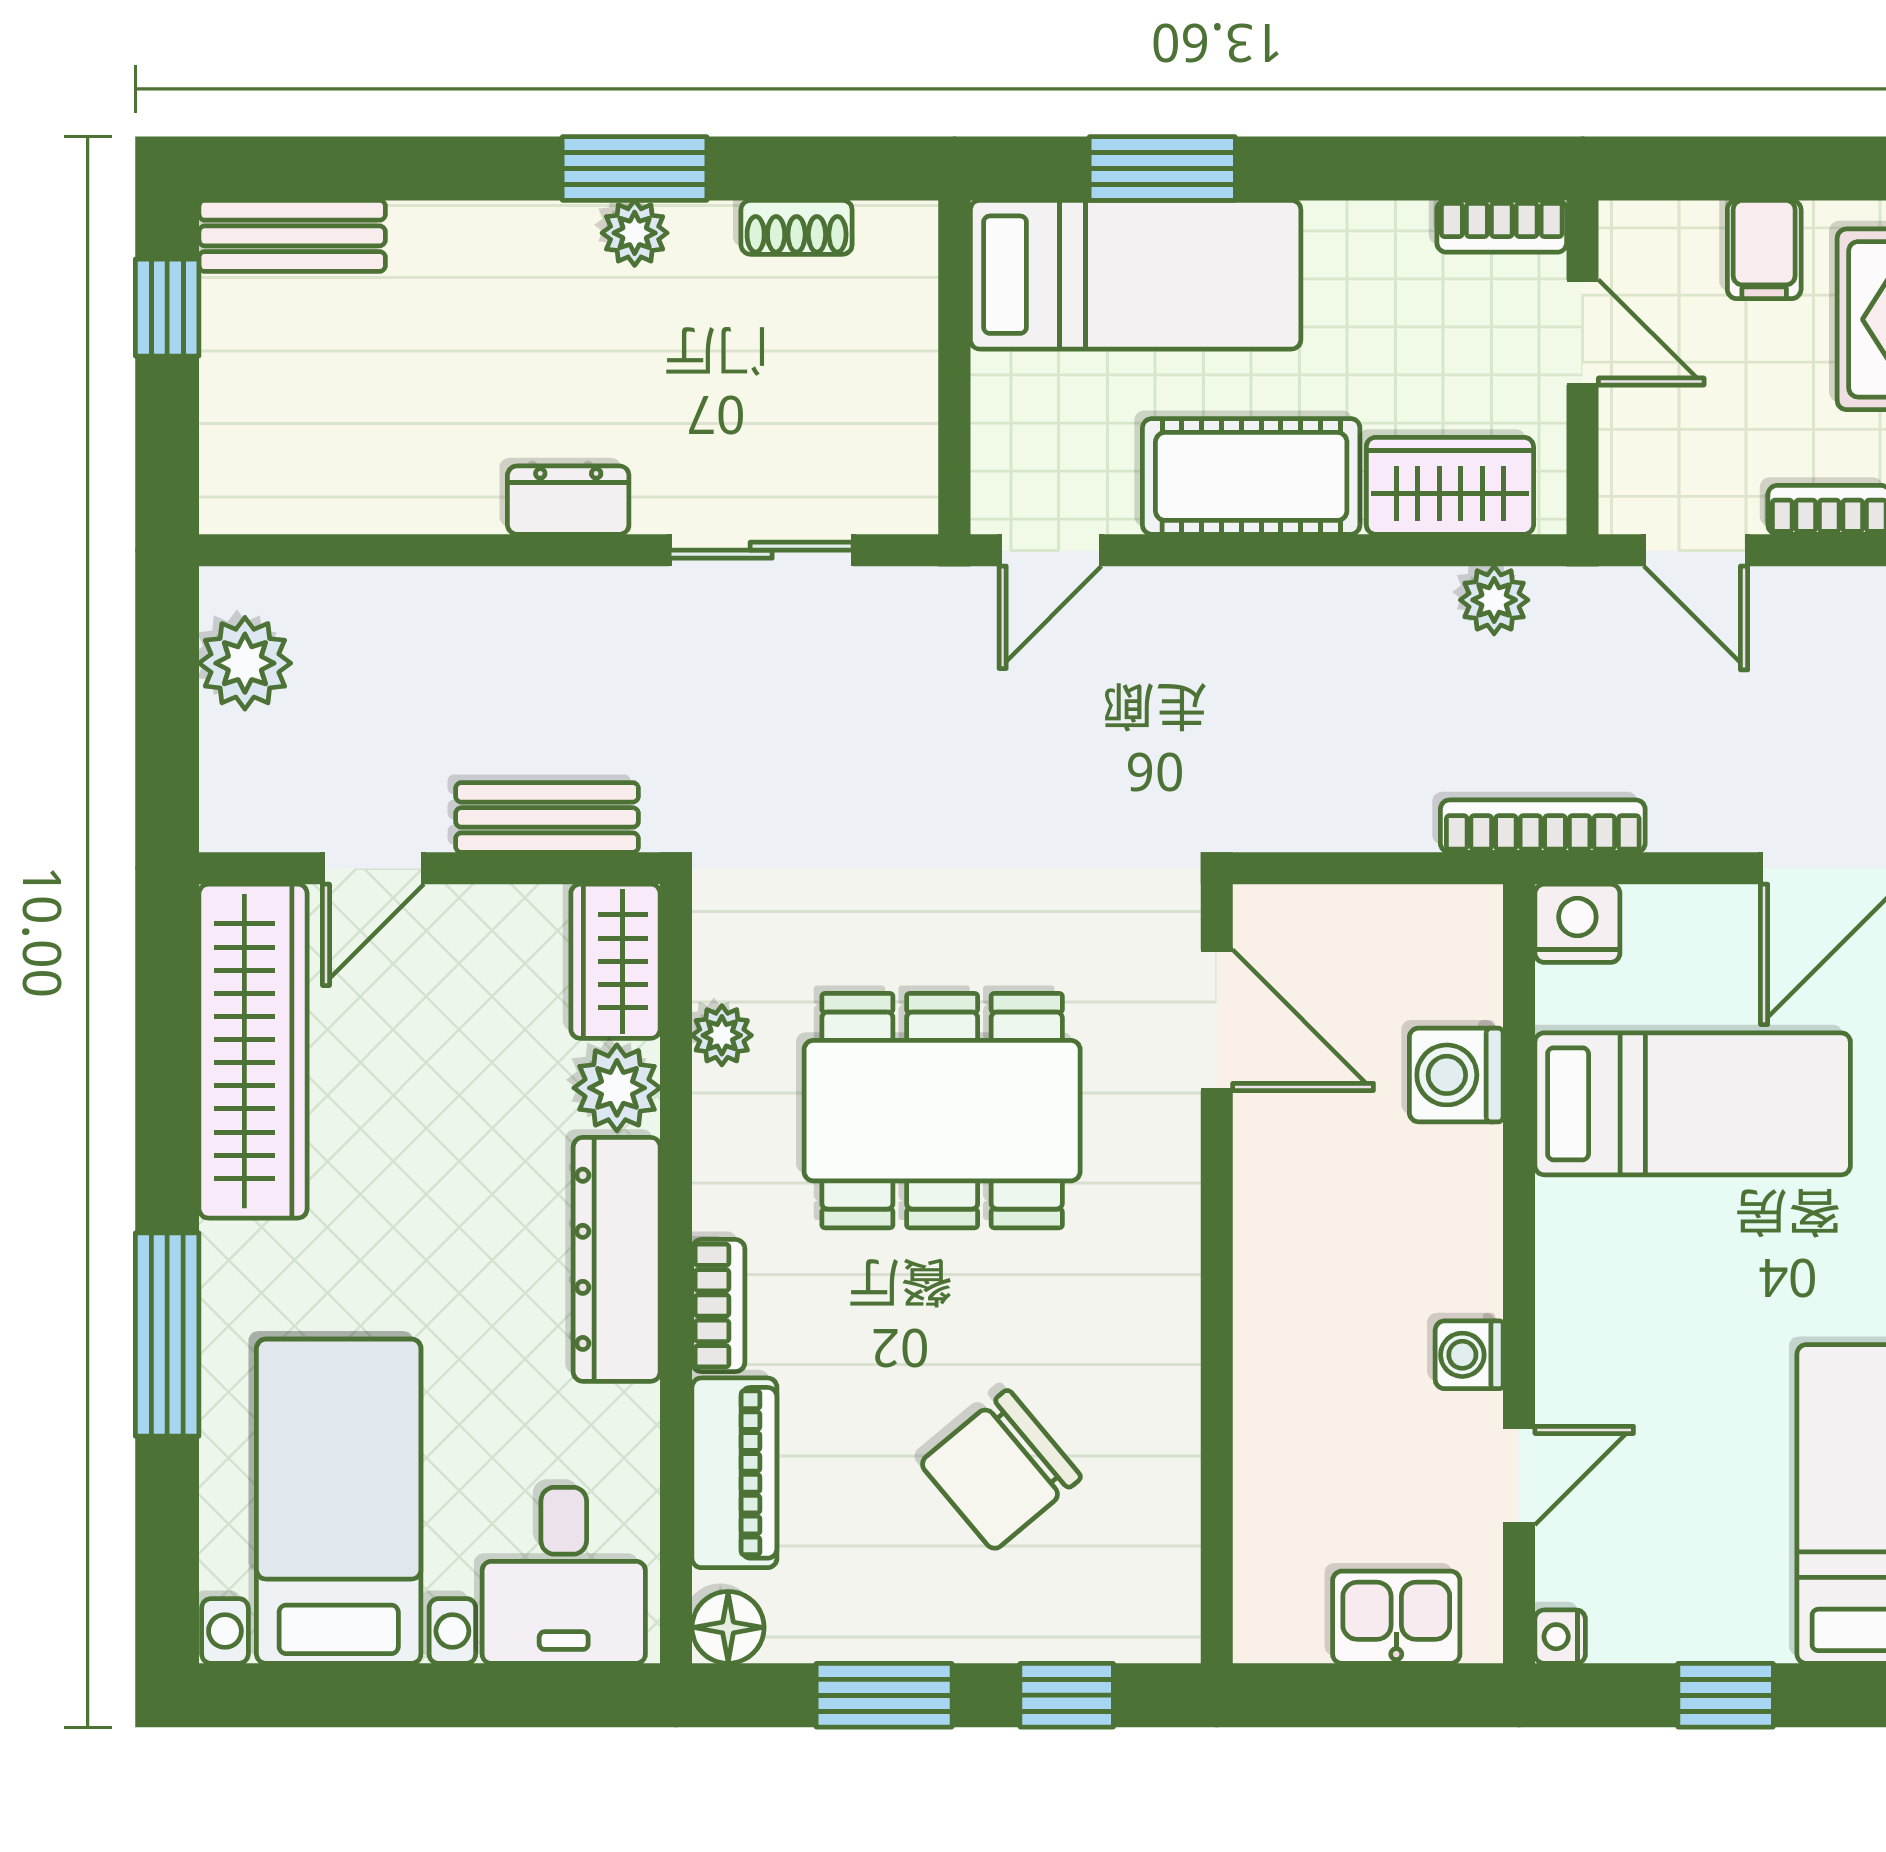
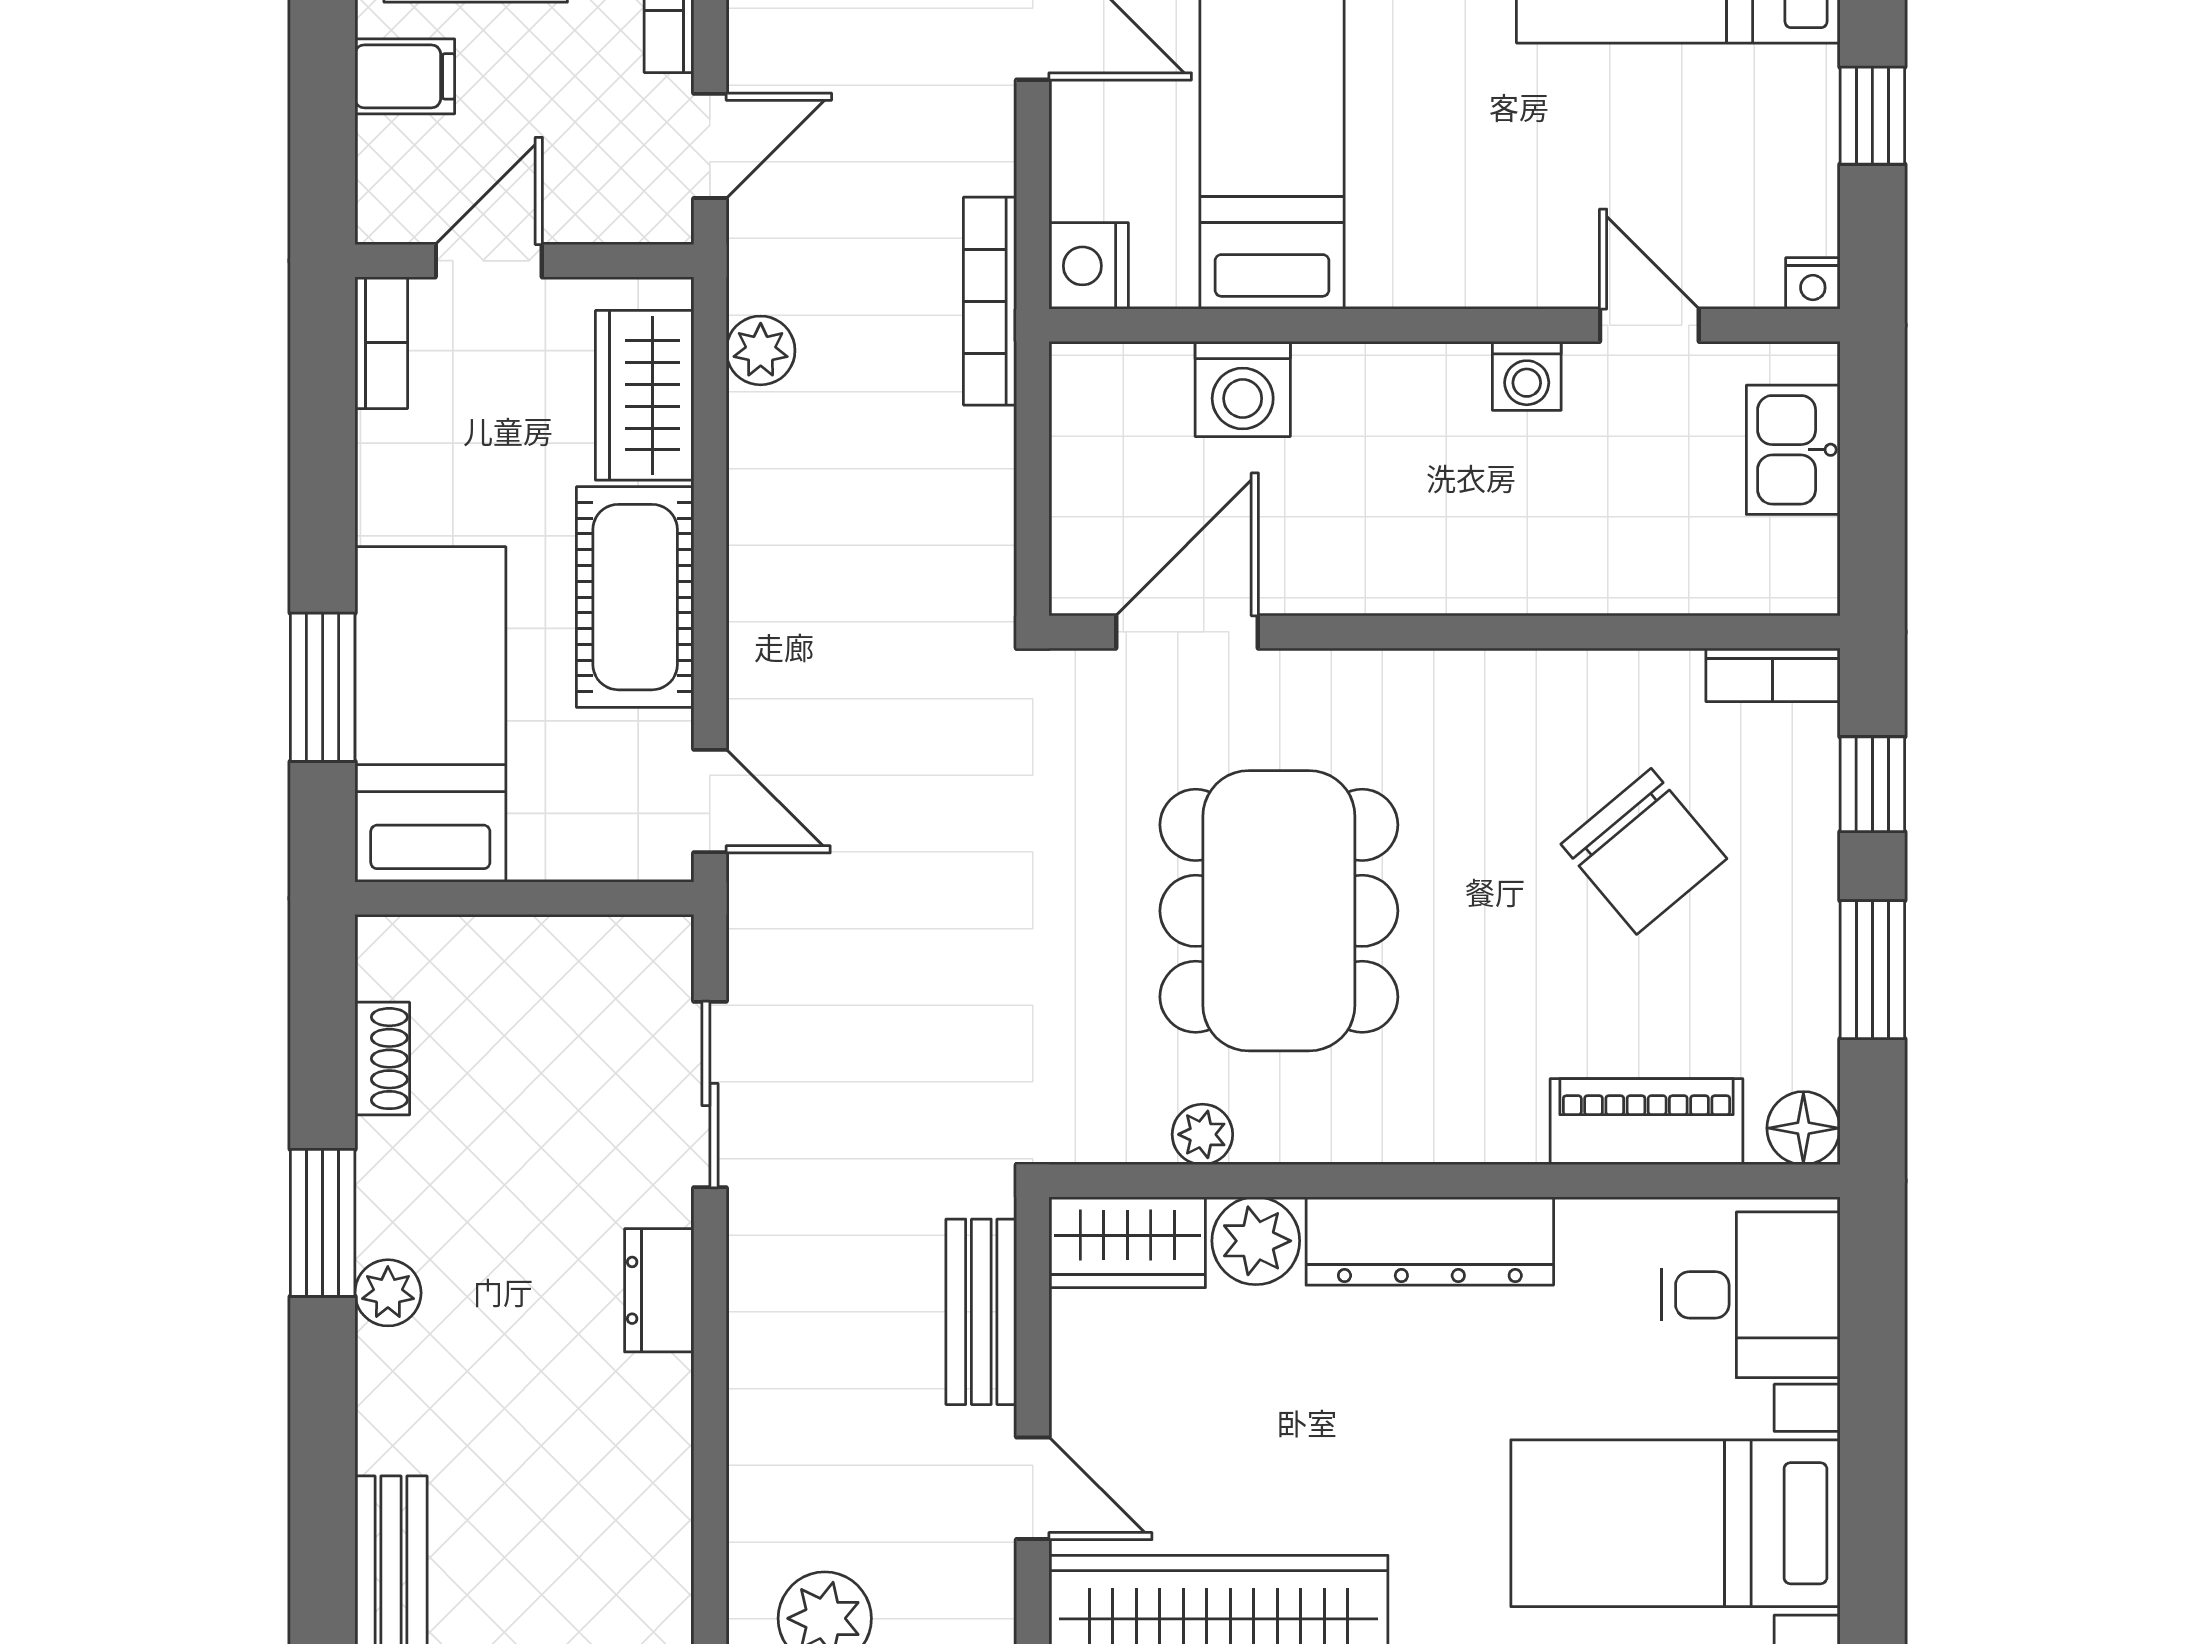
plant: (635, 233) -> (388, 1293), moved
bookcase: (718, 1306) -> (1773, 675), moved, turned 180

